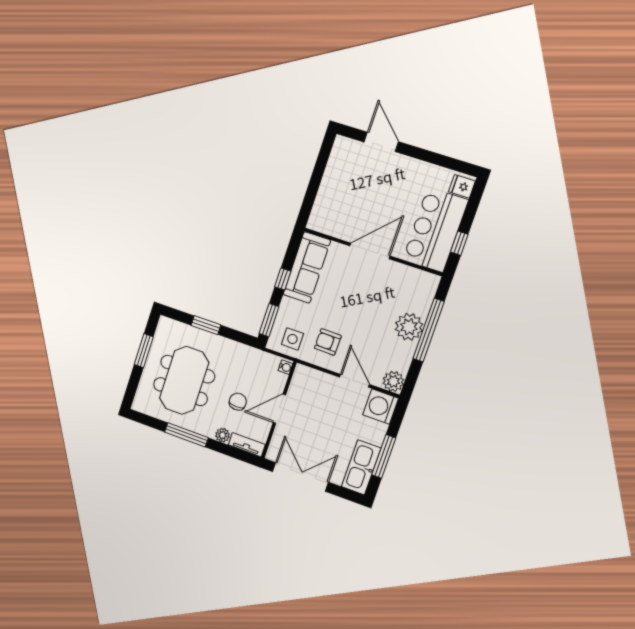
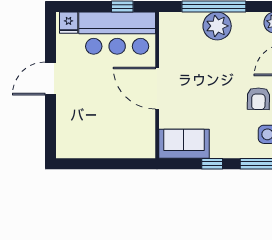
door: (381, 142) -> (50, 79), moved
sofa: (307, 267) -> (184, 144), width x0.73

